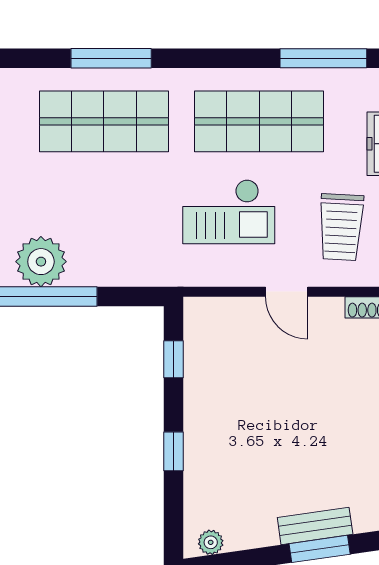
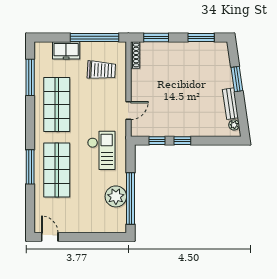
checkout: (229, 212) -> (101, 150), moved
door: (287, 292) -> (128, 111), moved
window: (173, 451) -> (182, 141), moved
bench: (315, 526) -> (230, 104), moved

